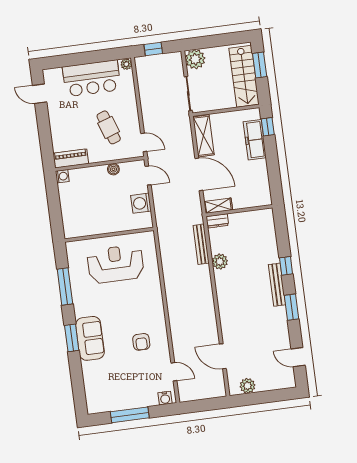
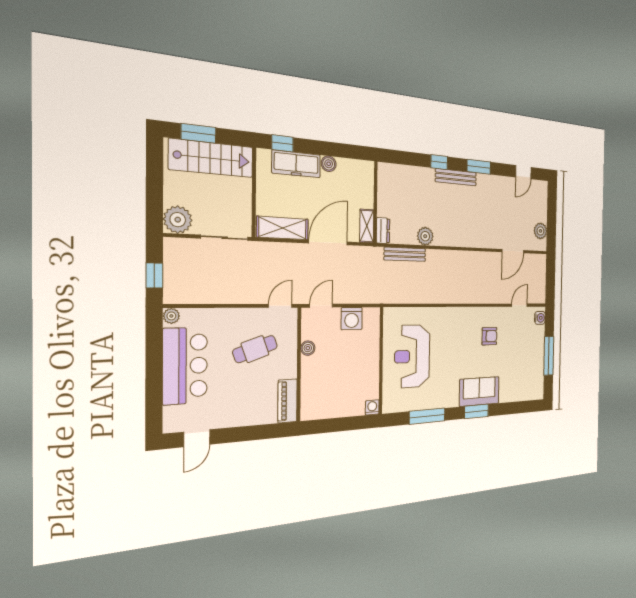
boiler: (261, 166) -> (329, 164), added
washing machine: (62, 176) -> (372, 407), moved

